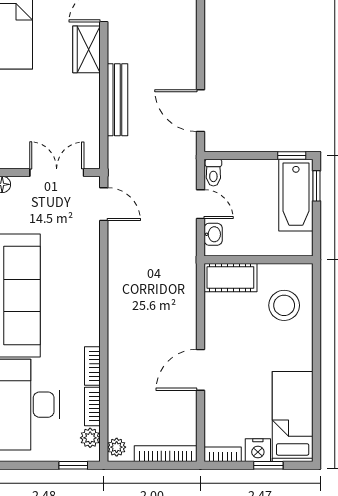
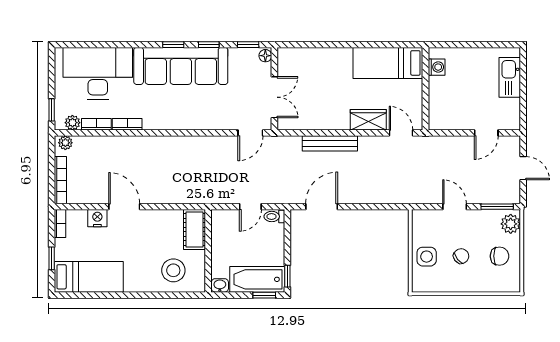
washbasin: (213, 234) -> (220, 285), moved, turned 180
nightstand: (258, 450) -> (97, 218), moved, turned 90

